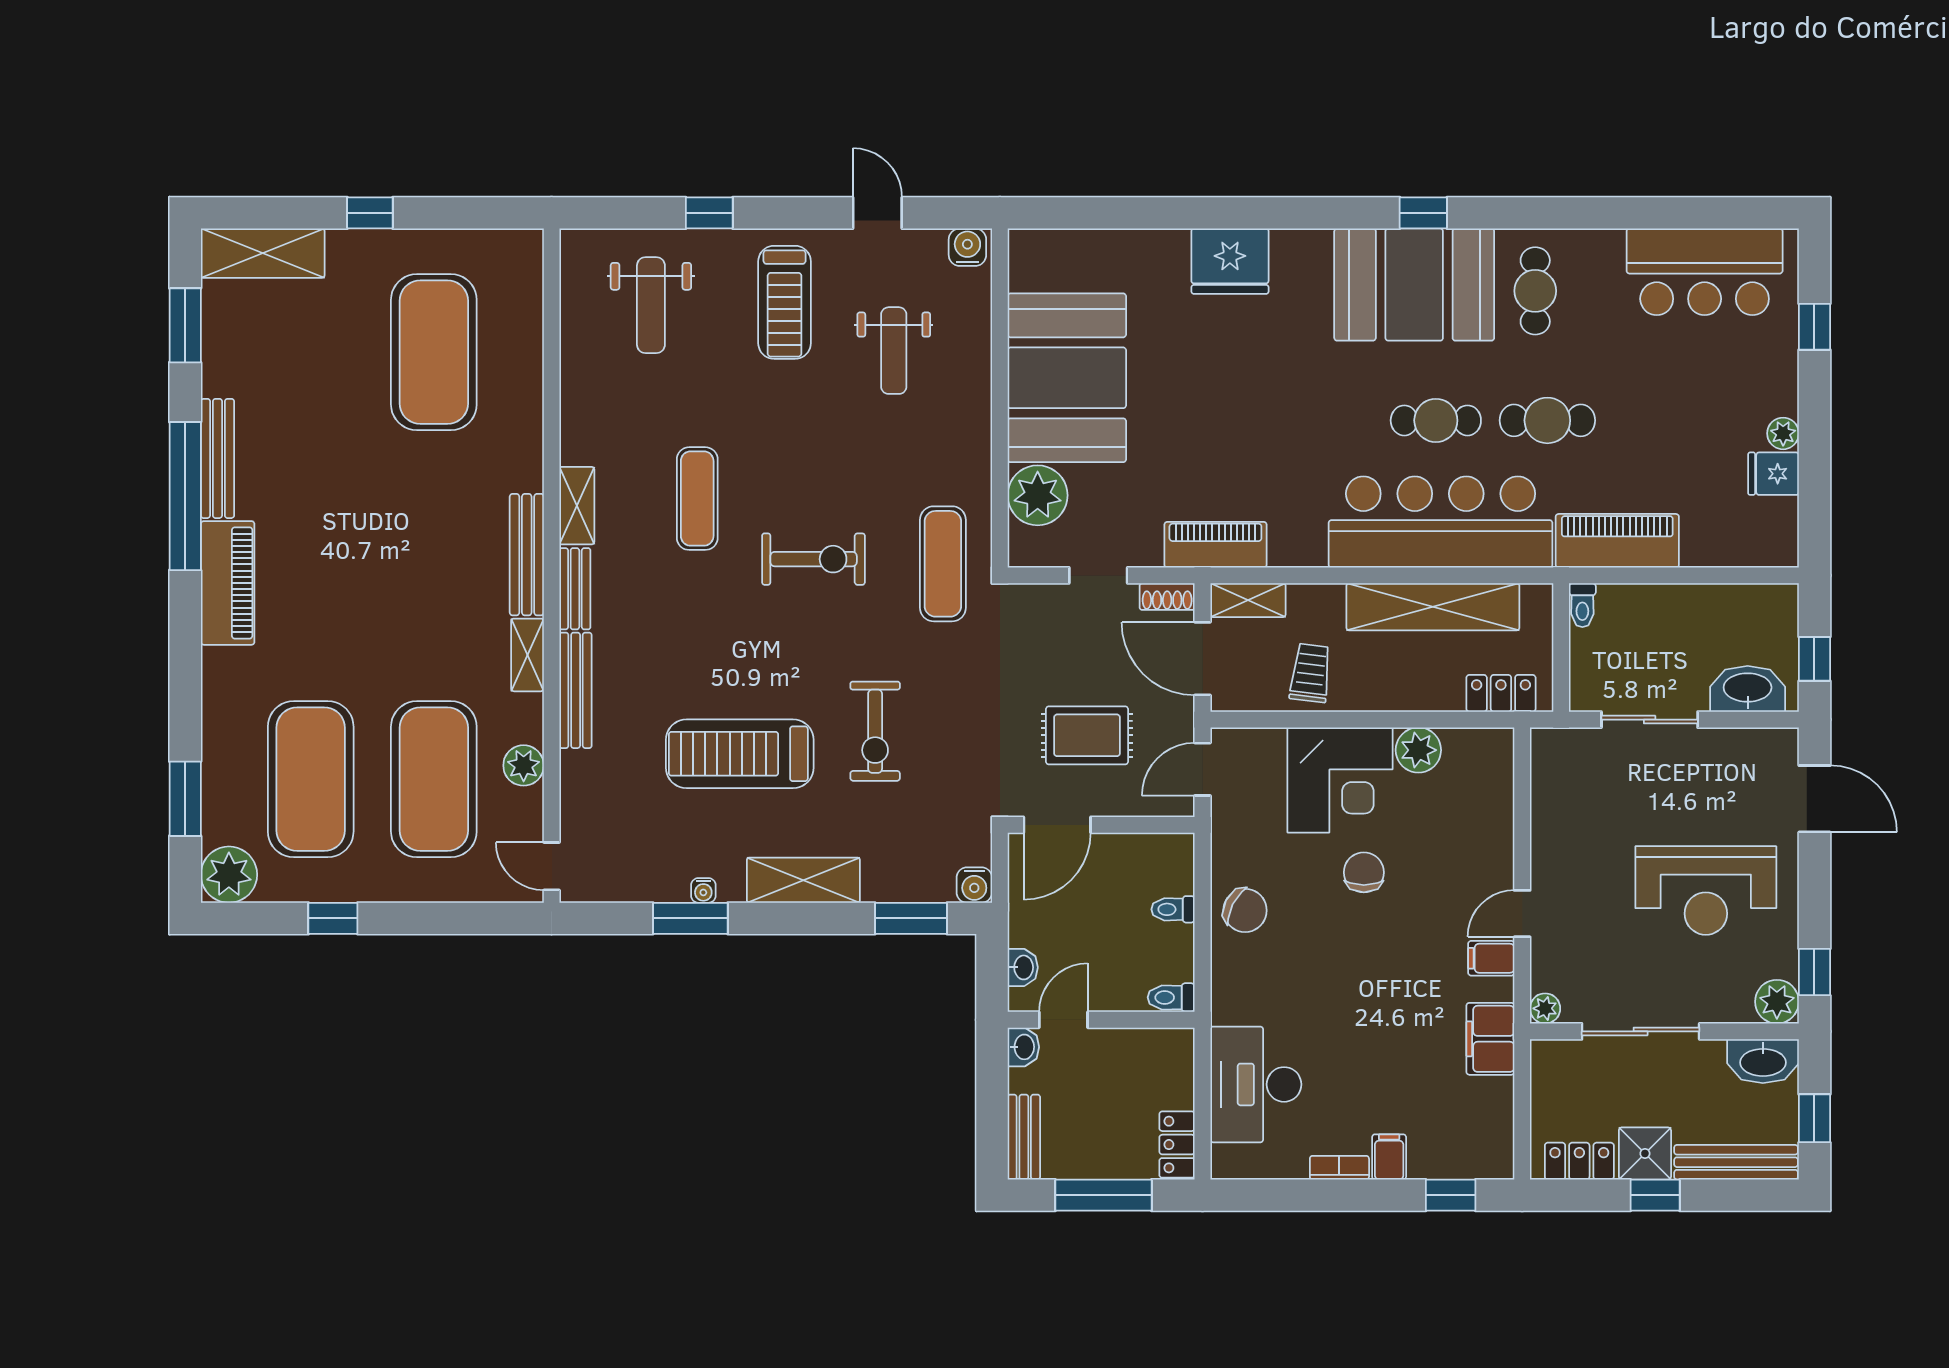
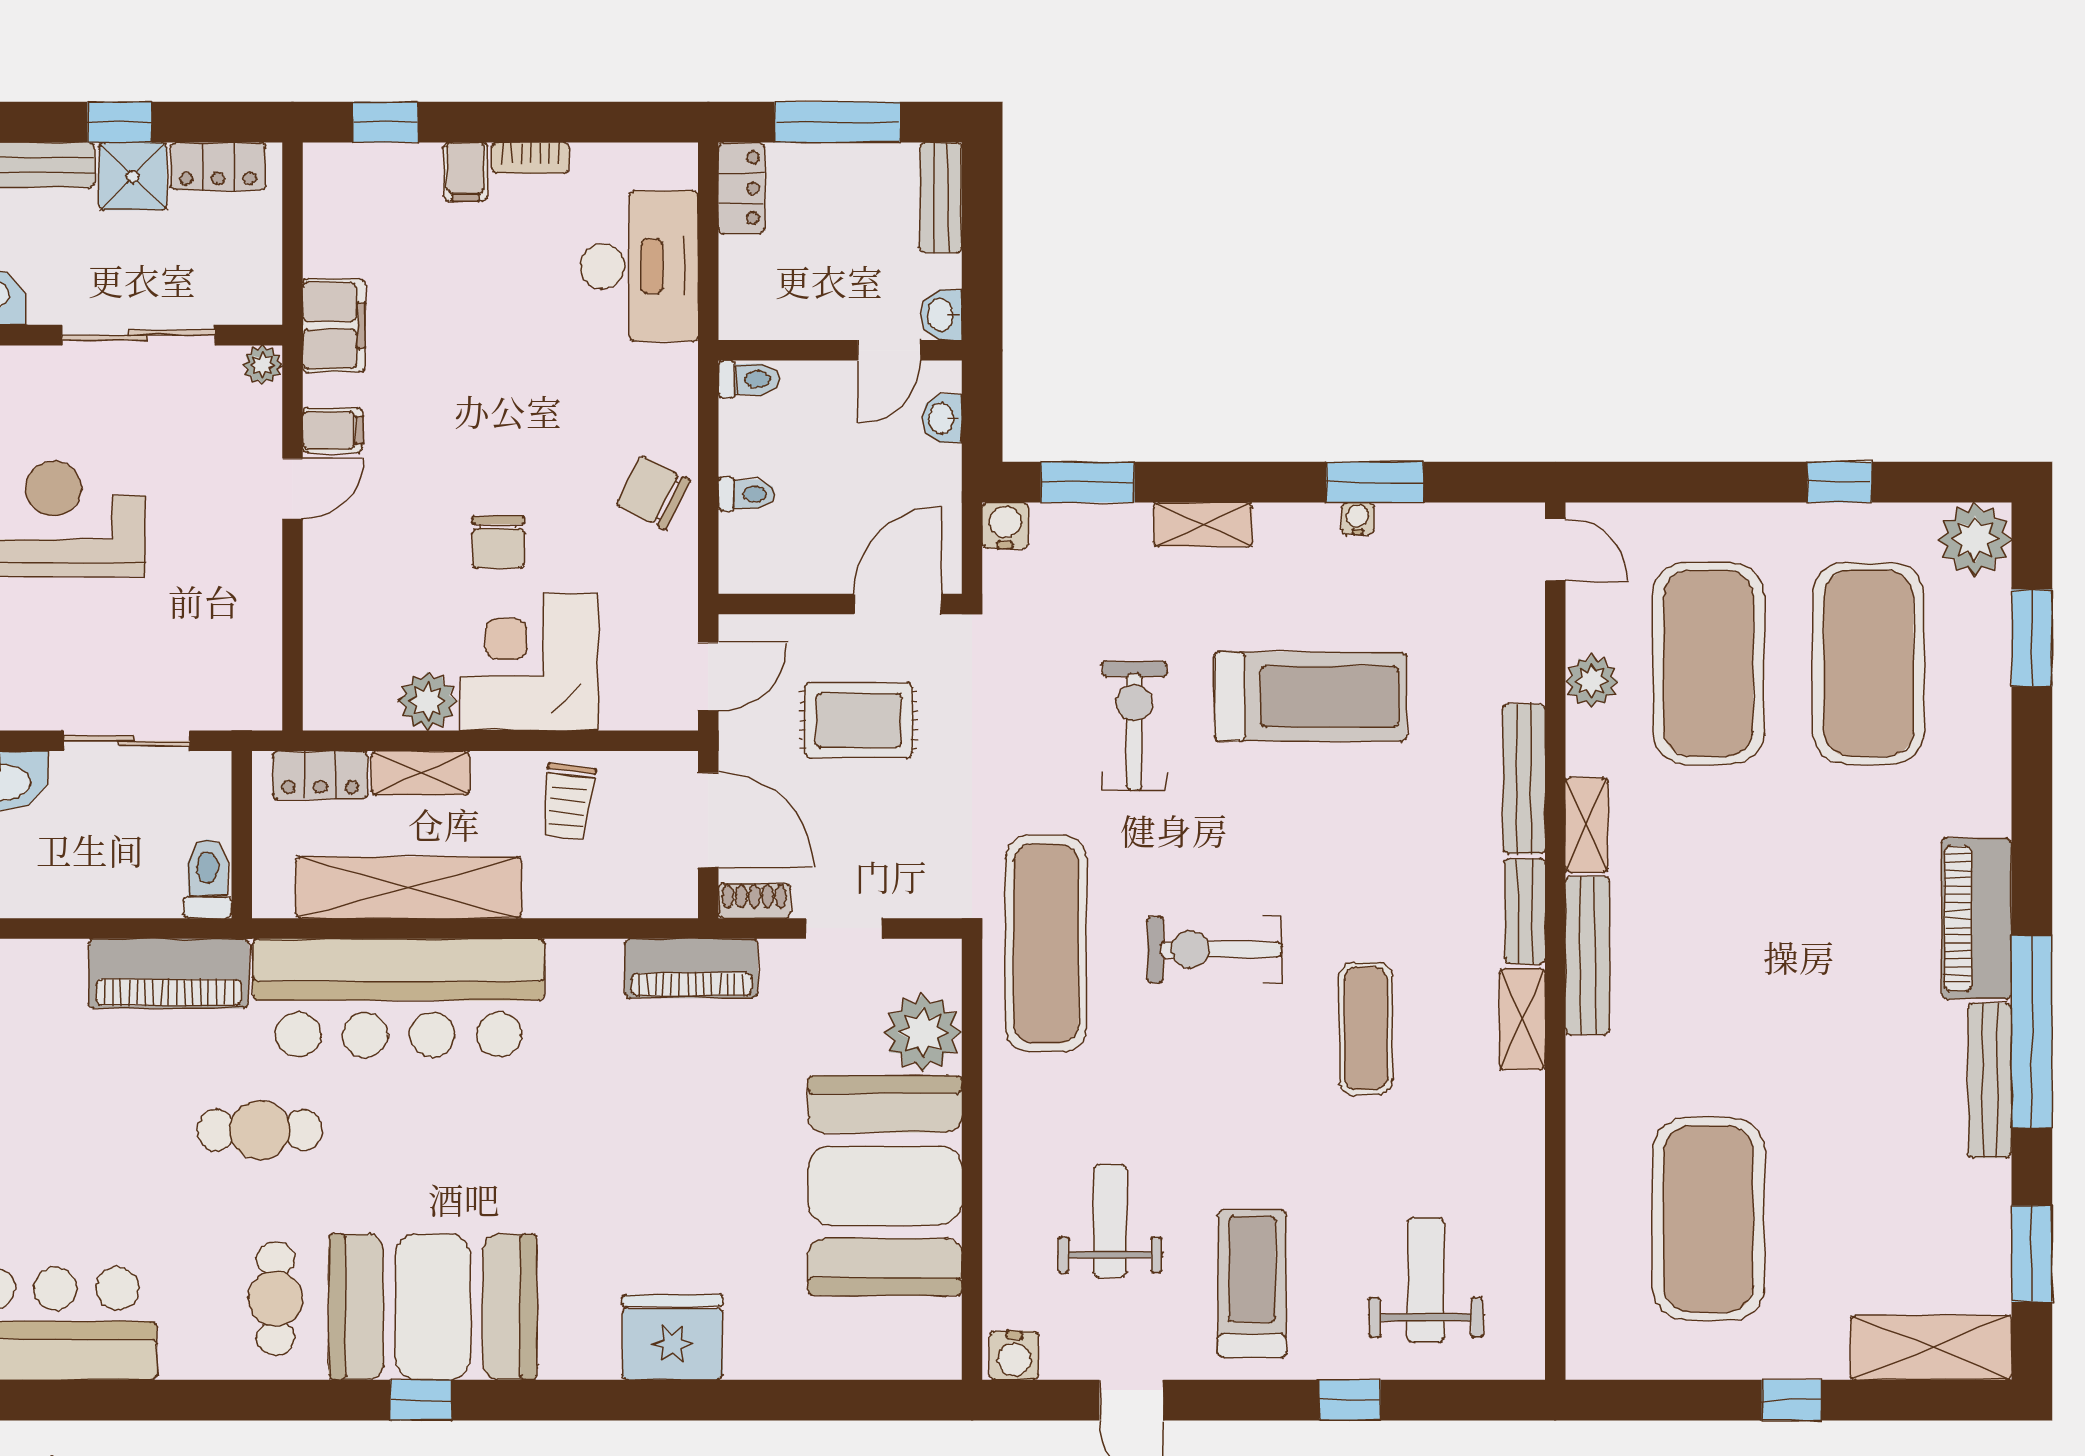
cafe table: (1436, 420) -> (405, 1130), removed
exercise mat: (943, 564) -> (1046, 944), width x1.36, depth x1.45
shelving: (1248, 600) -> (421, 773), moved
toilet: (1582, 605) -> (208, 879), width x1.37, depth x1.39
shelving: (803, 880) -> (1203, 525), width x0.67, depth x0.75

